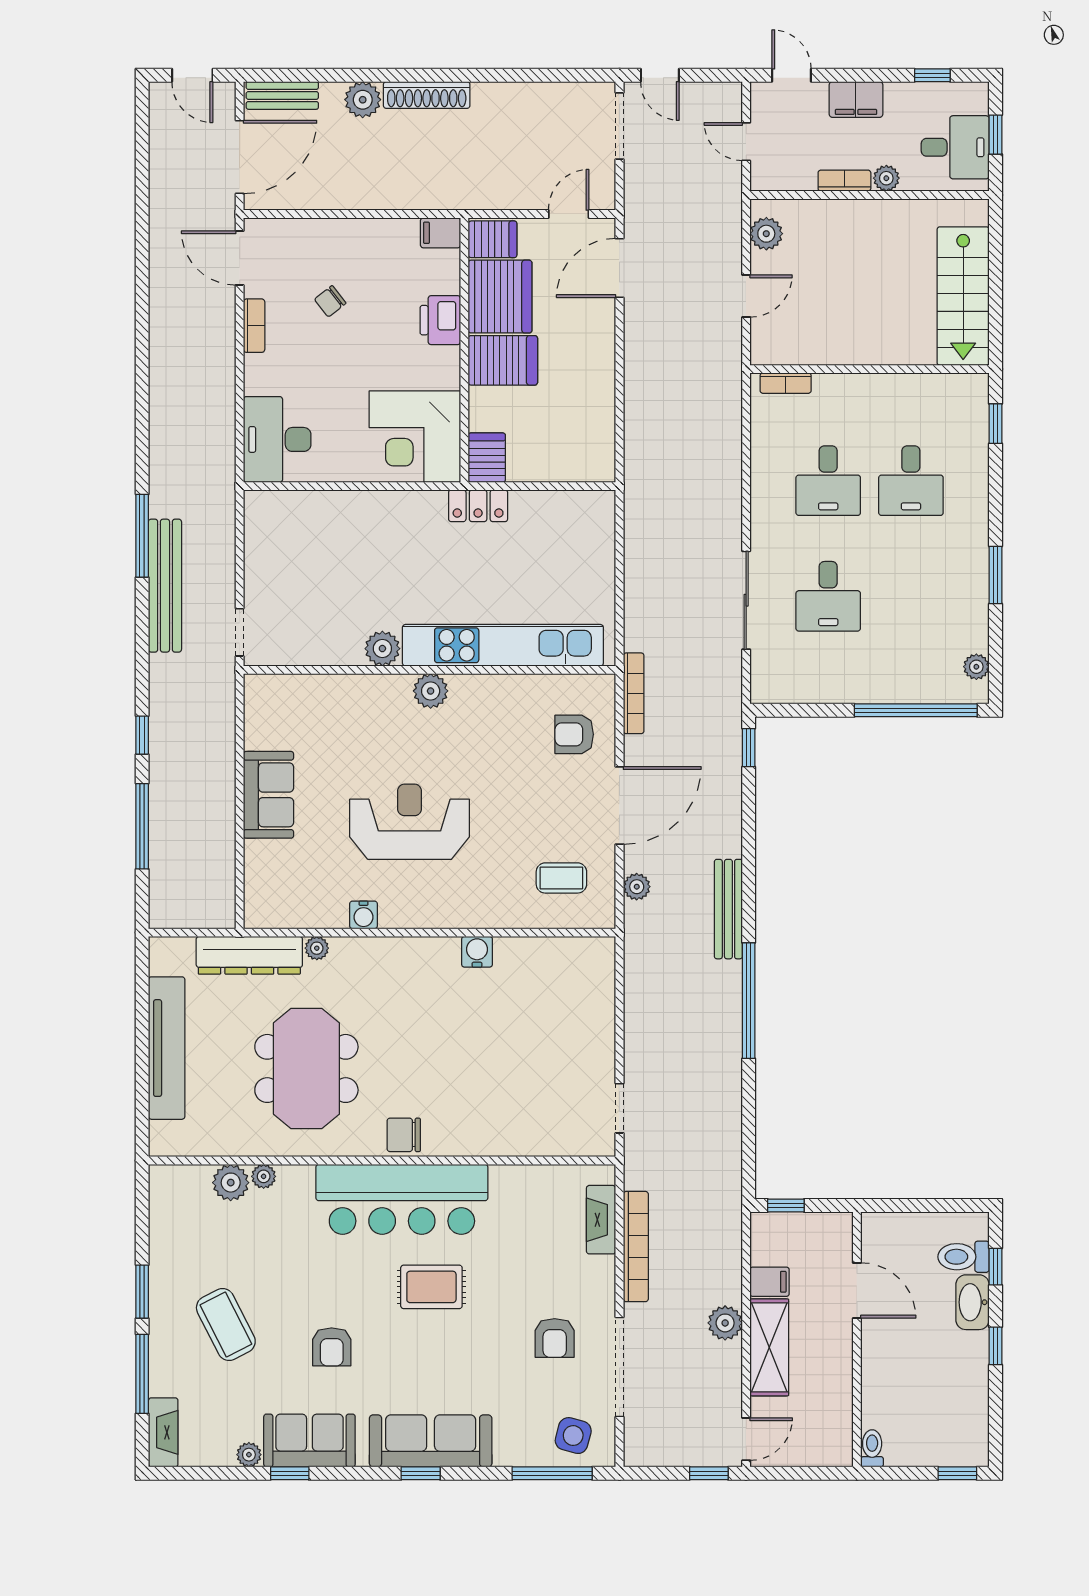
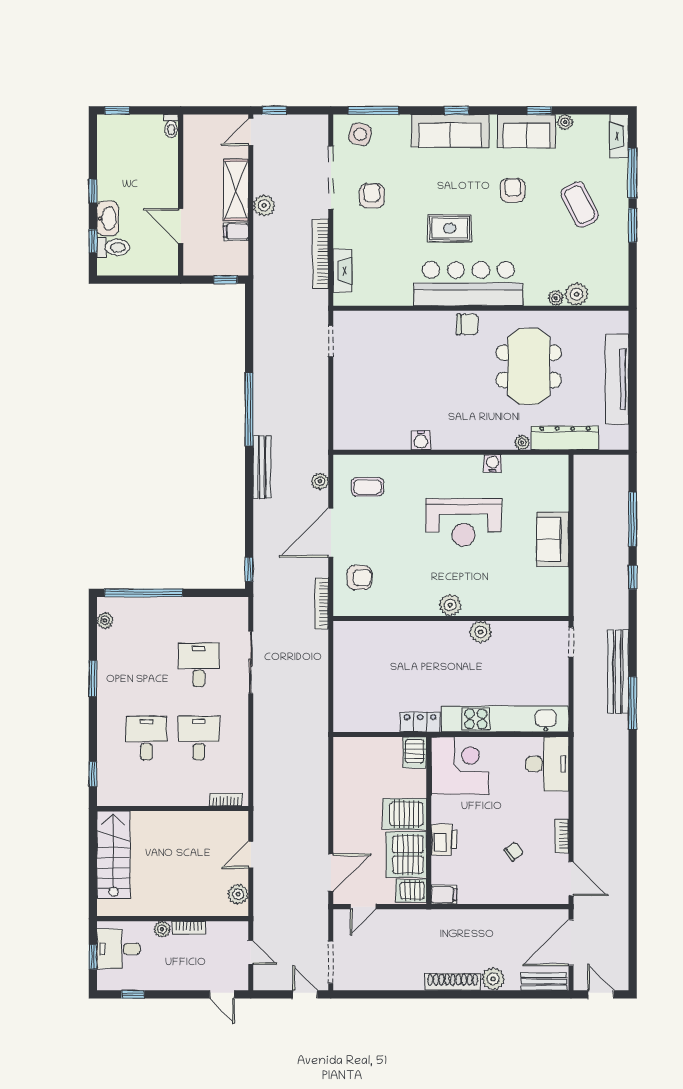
filing cabinet: (856, 99) -> (181, 979), removed
kitchen unit: (503, 645) -> (505, 719), moved, turned 180

